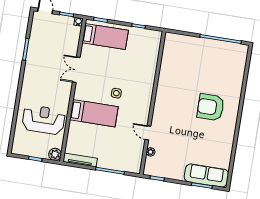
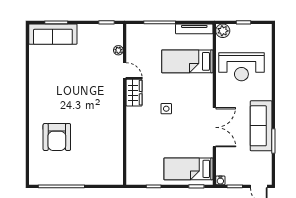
sofa: (34, 64) -> (261, 126), added
double door: (76, 70) -> (214, 127), width x1.37
armchair: (211, 107) -> (57, 137), moved, turned 90
wardrobe: (143, 112) -> (134, 93), added
bed: (94, 113) -> (187, 61), moved

